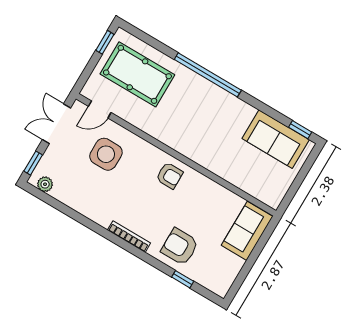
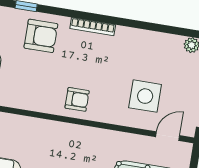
armchair: (169, 176) -> (77, 99), turned 180

